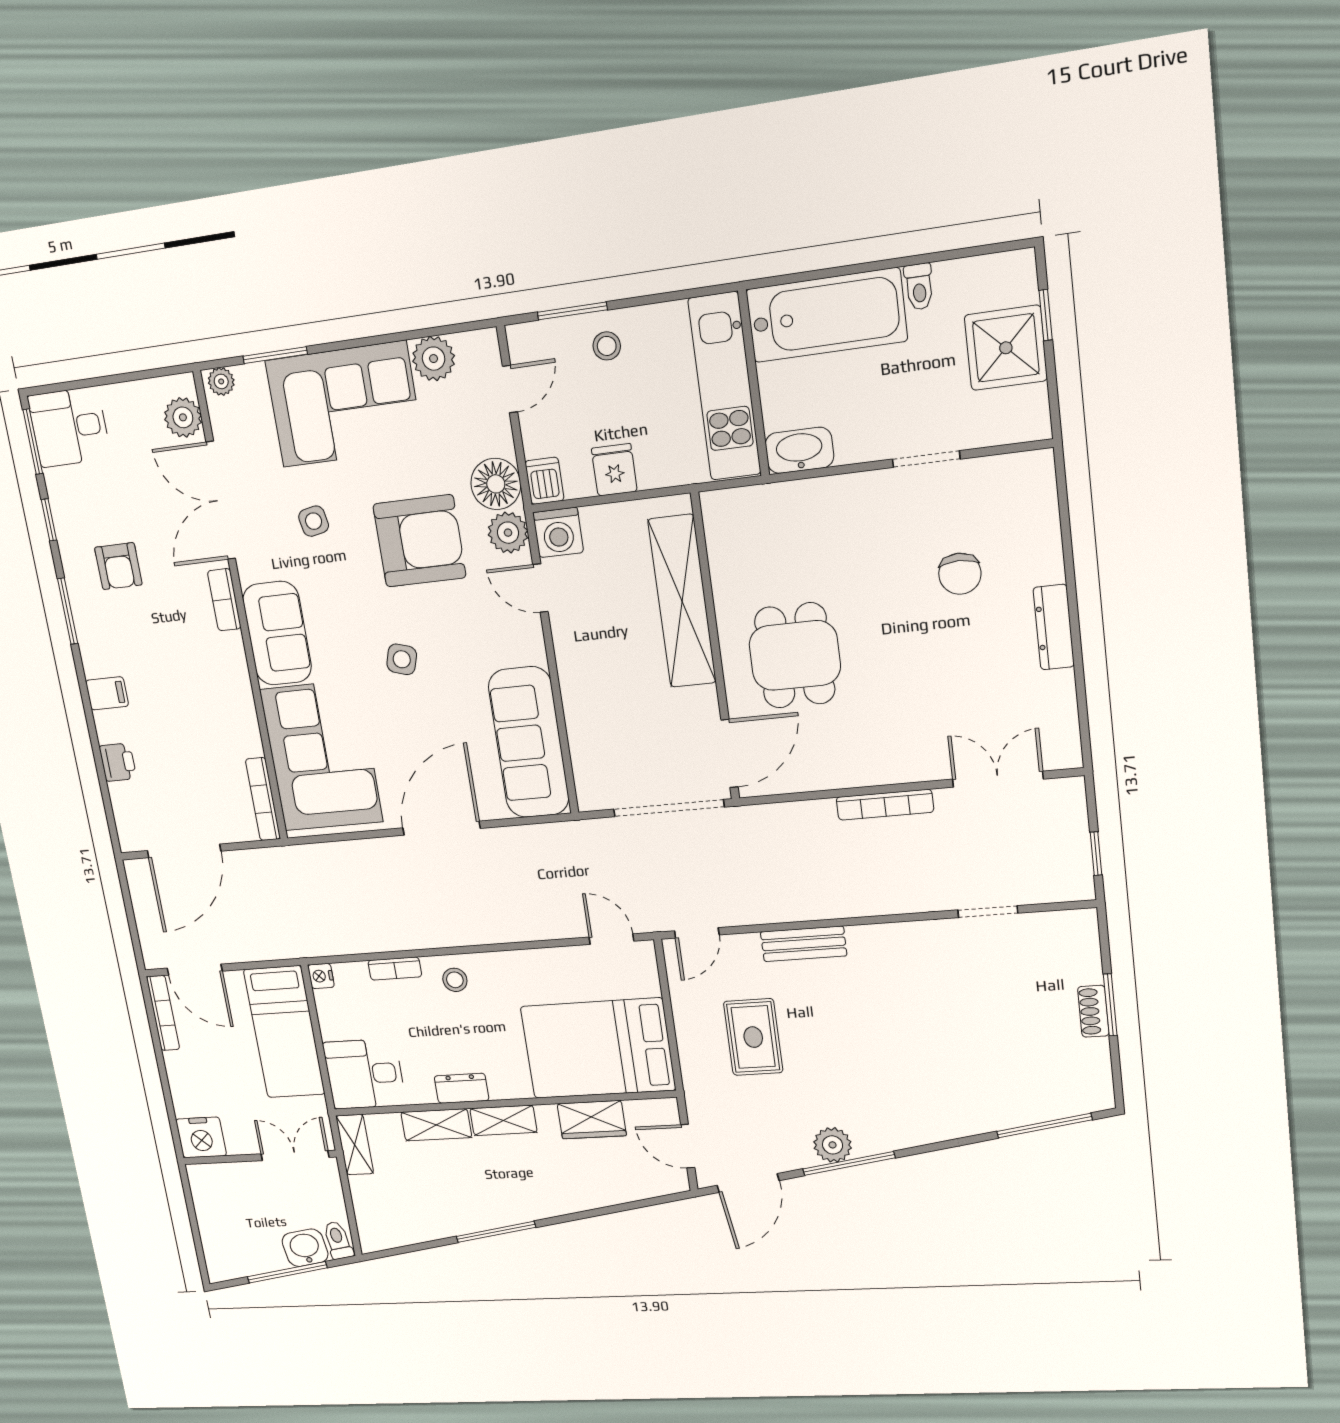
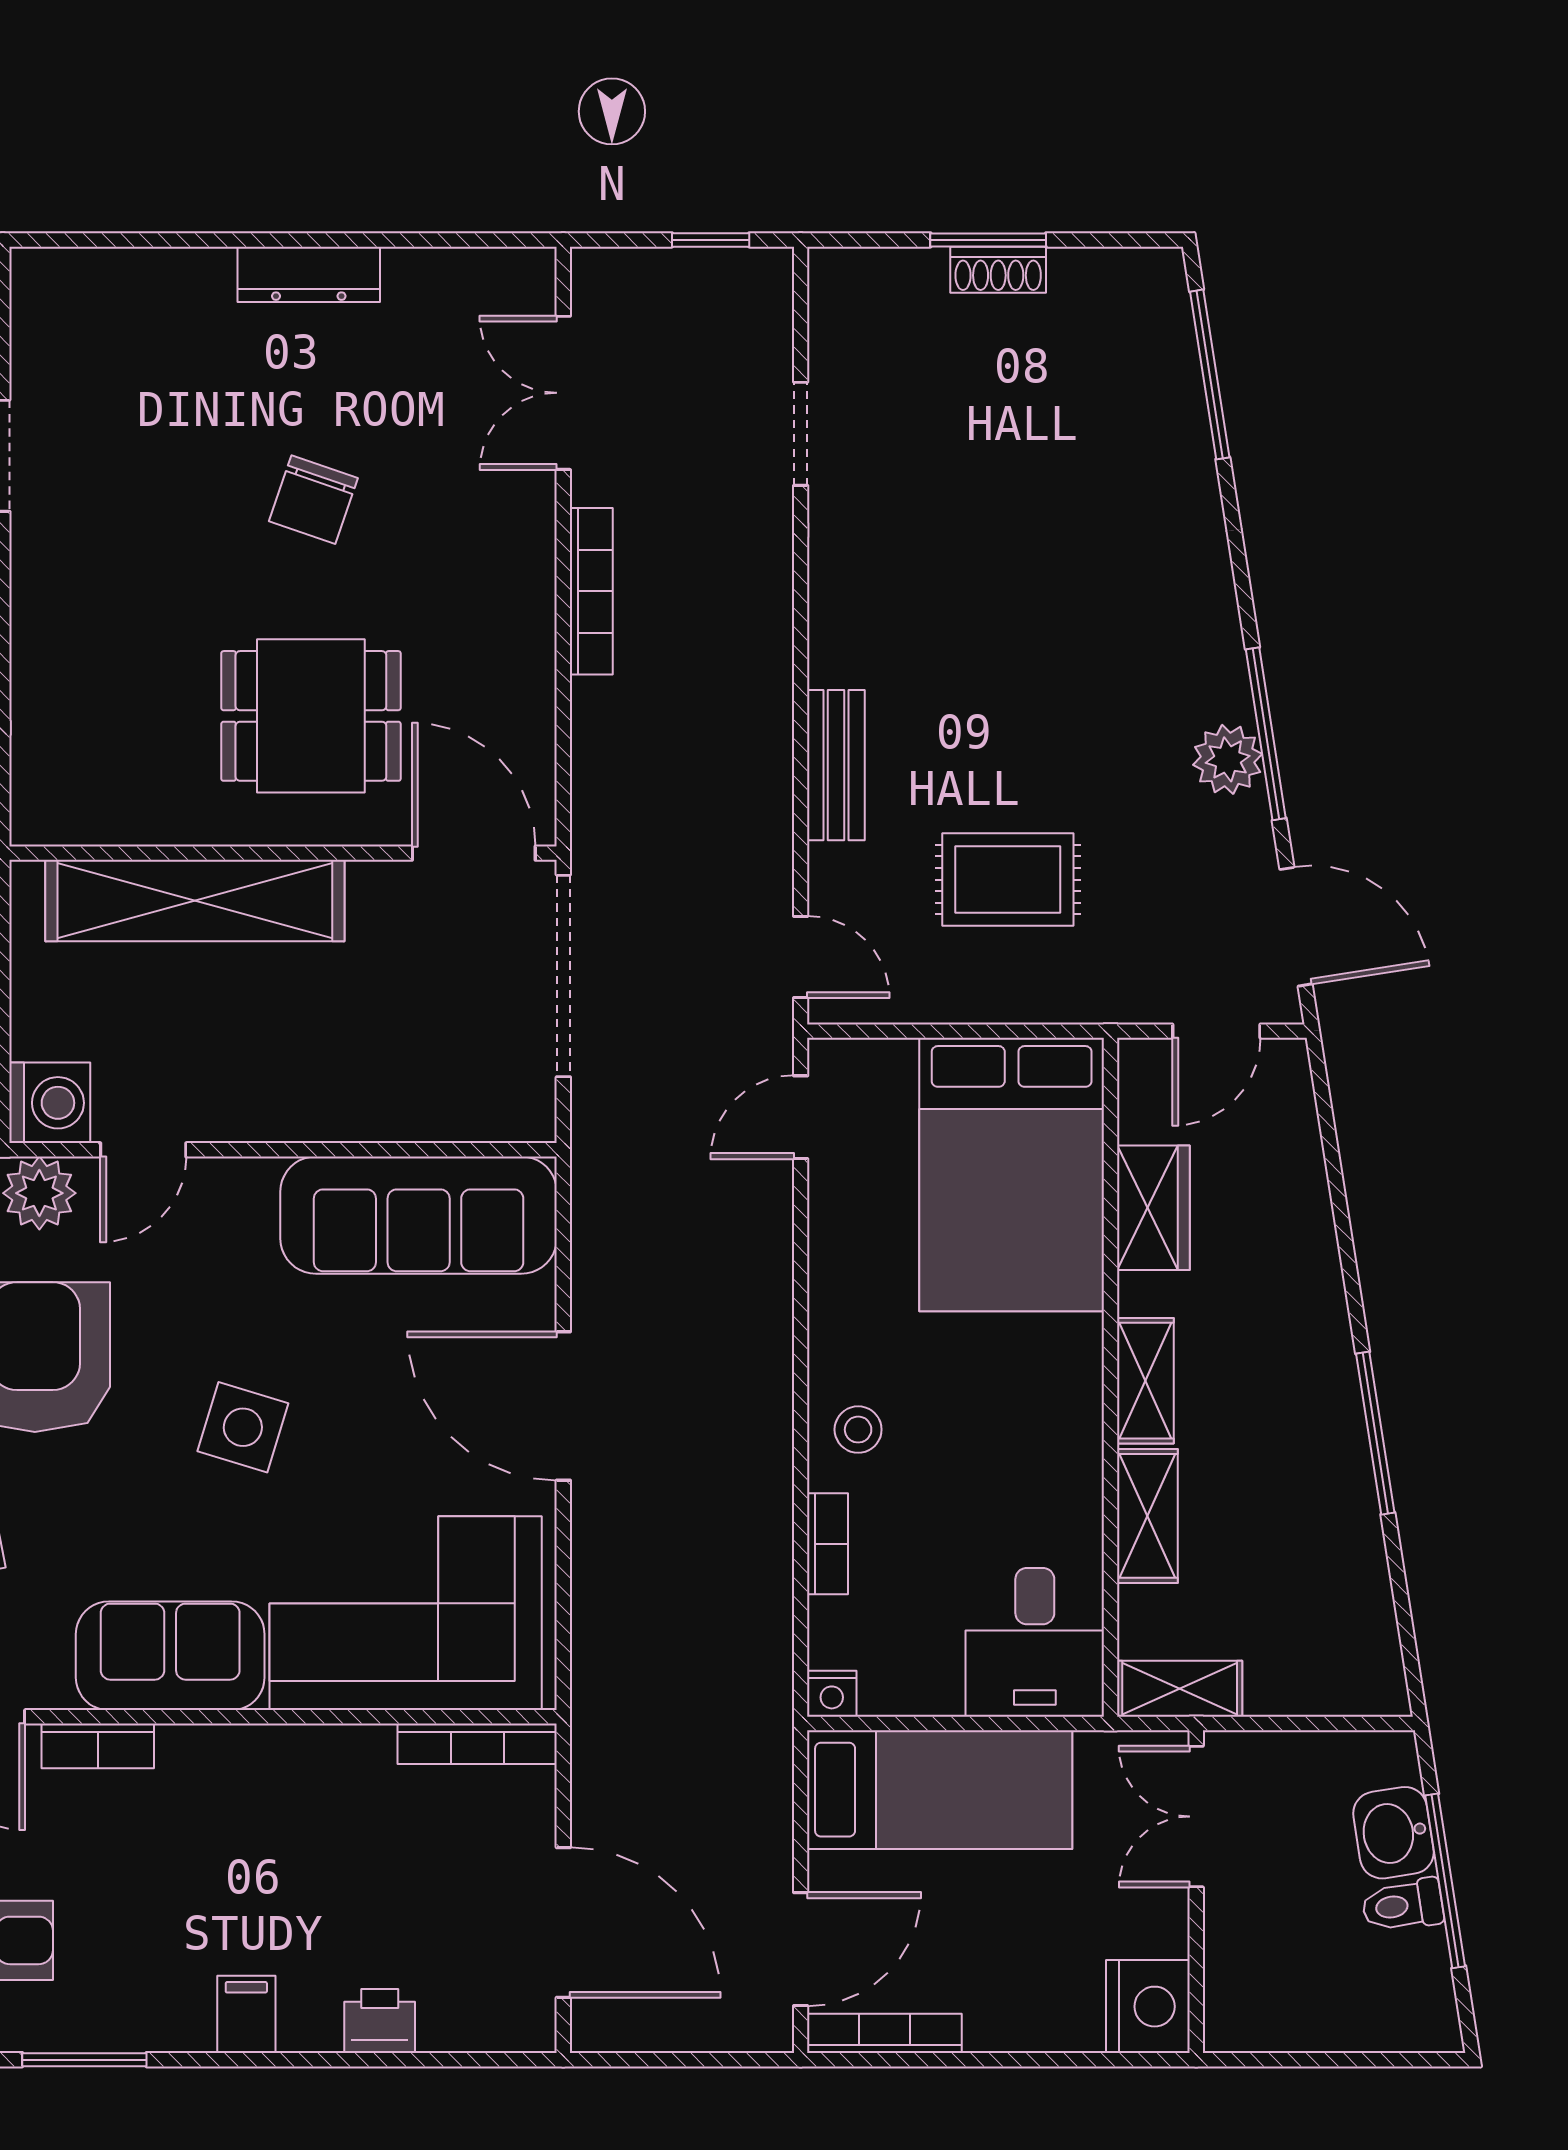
chair: (960, 574) -> (313, 500), moved, turned 109
side table: (402, 659) -> (243, 1427), width x1.37, depth x1.37
dresser: (462, 1088) -> (1075, 1453), removed
toilet: (338, 1240) -> (1403, 1905), moved

